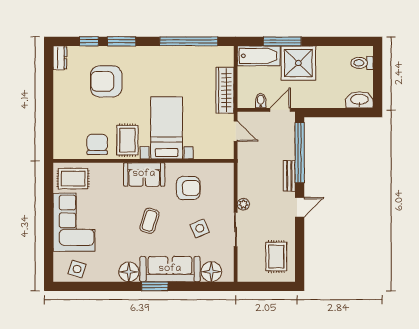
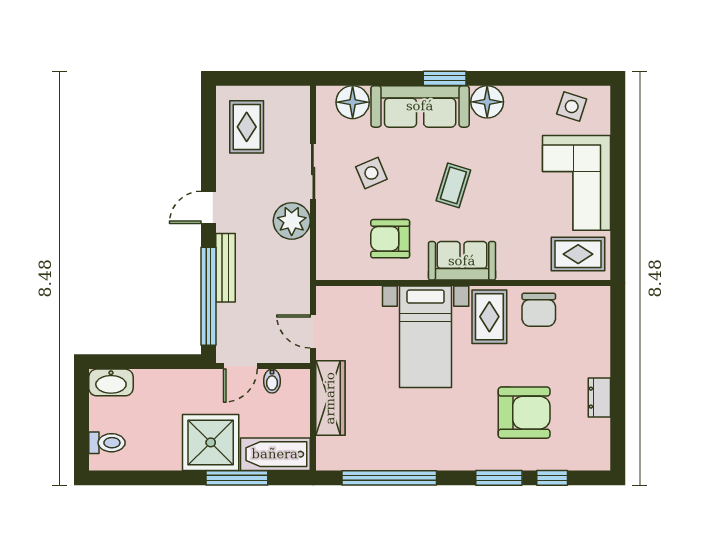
dresser: (60, 58) -> (599, 398), moved
bench: (289, 176) -> (225, 268), width x1.36
plant: (243, 204) -> (292, 221), width x1.87, depth x1.87

